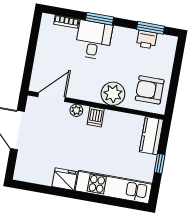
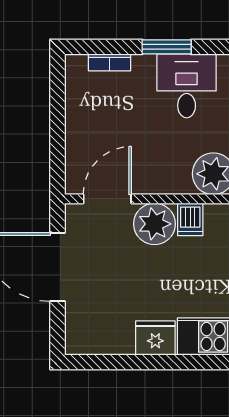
desk: (94, 40) -> (187, 86), moved
plant: (76, 110) -> (154, 224), width x1.88, depth x1.88

